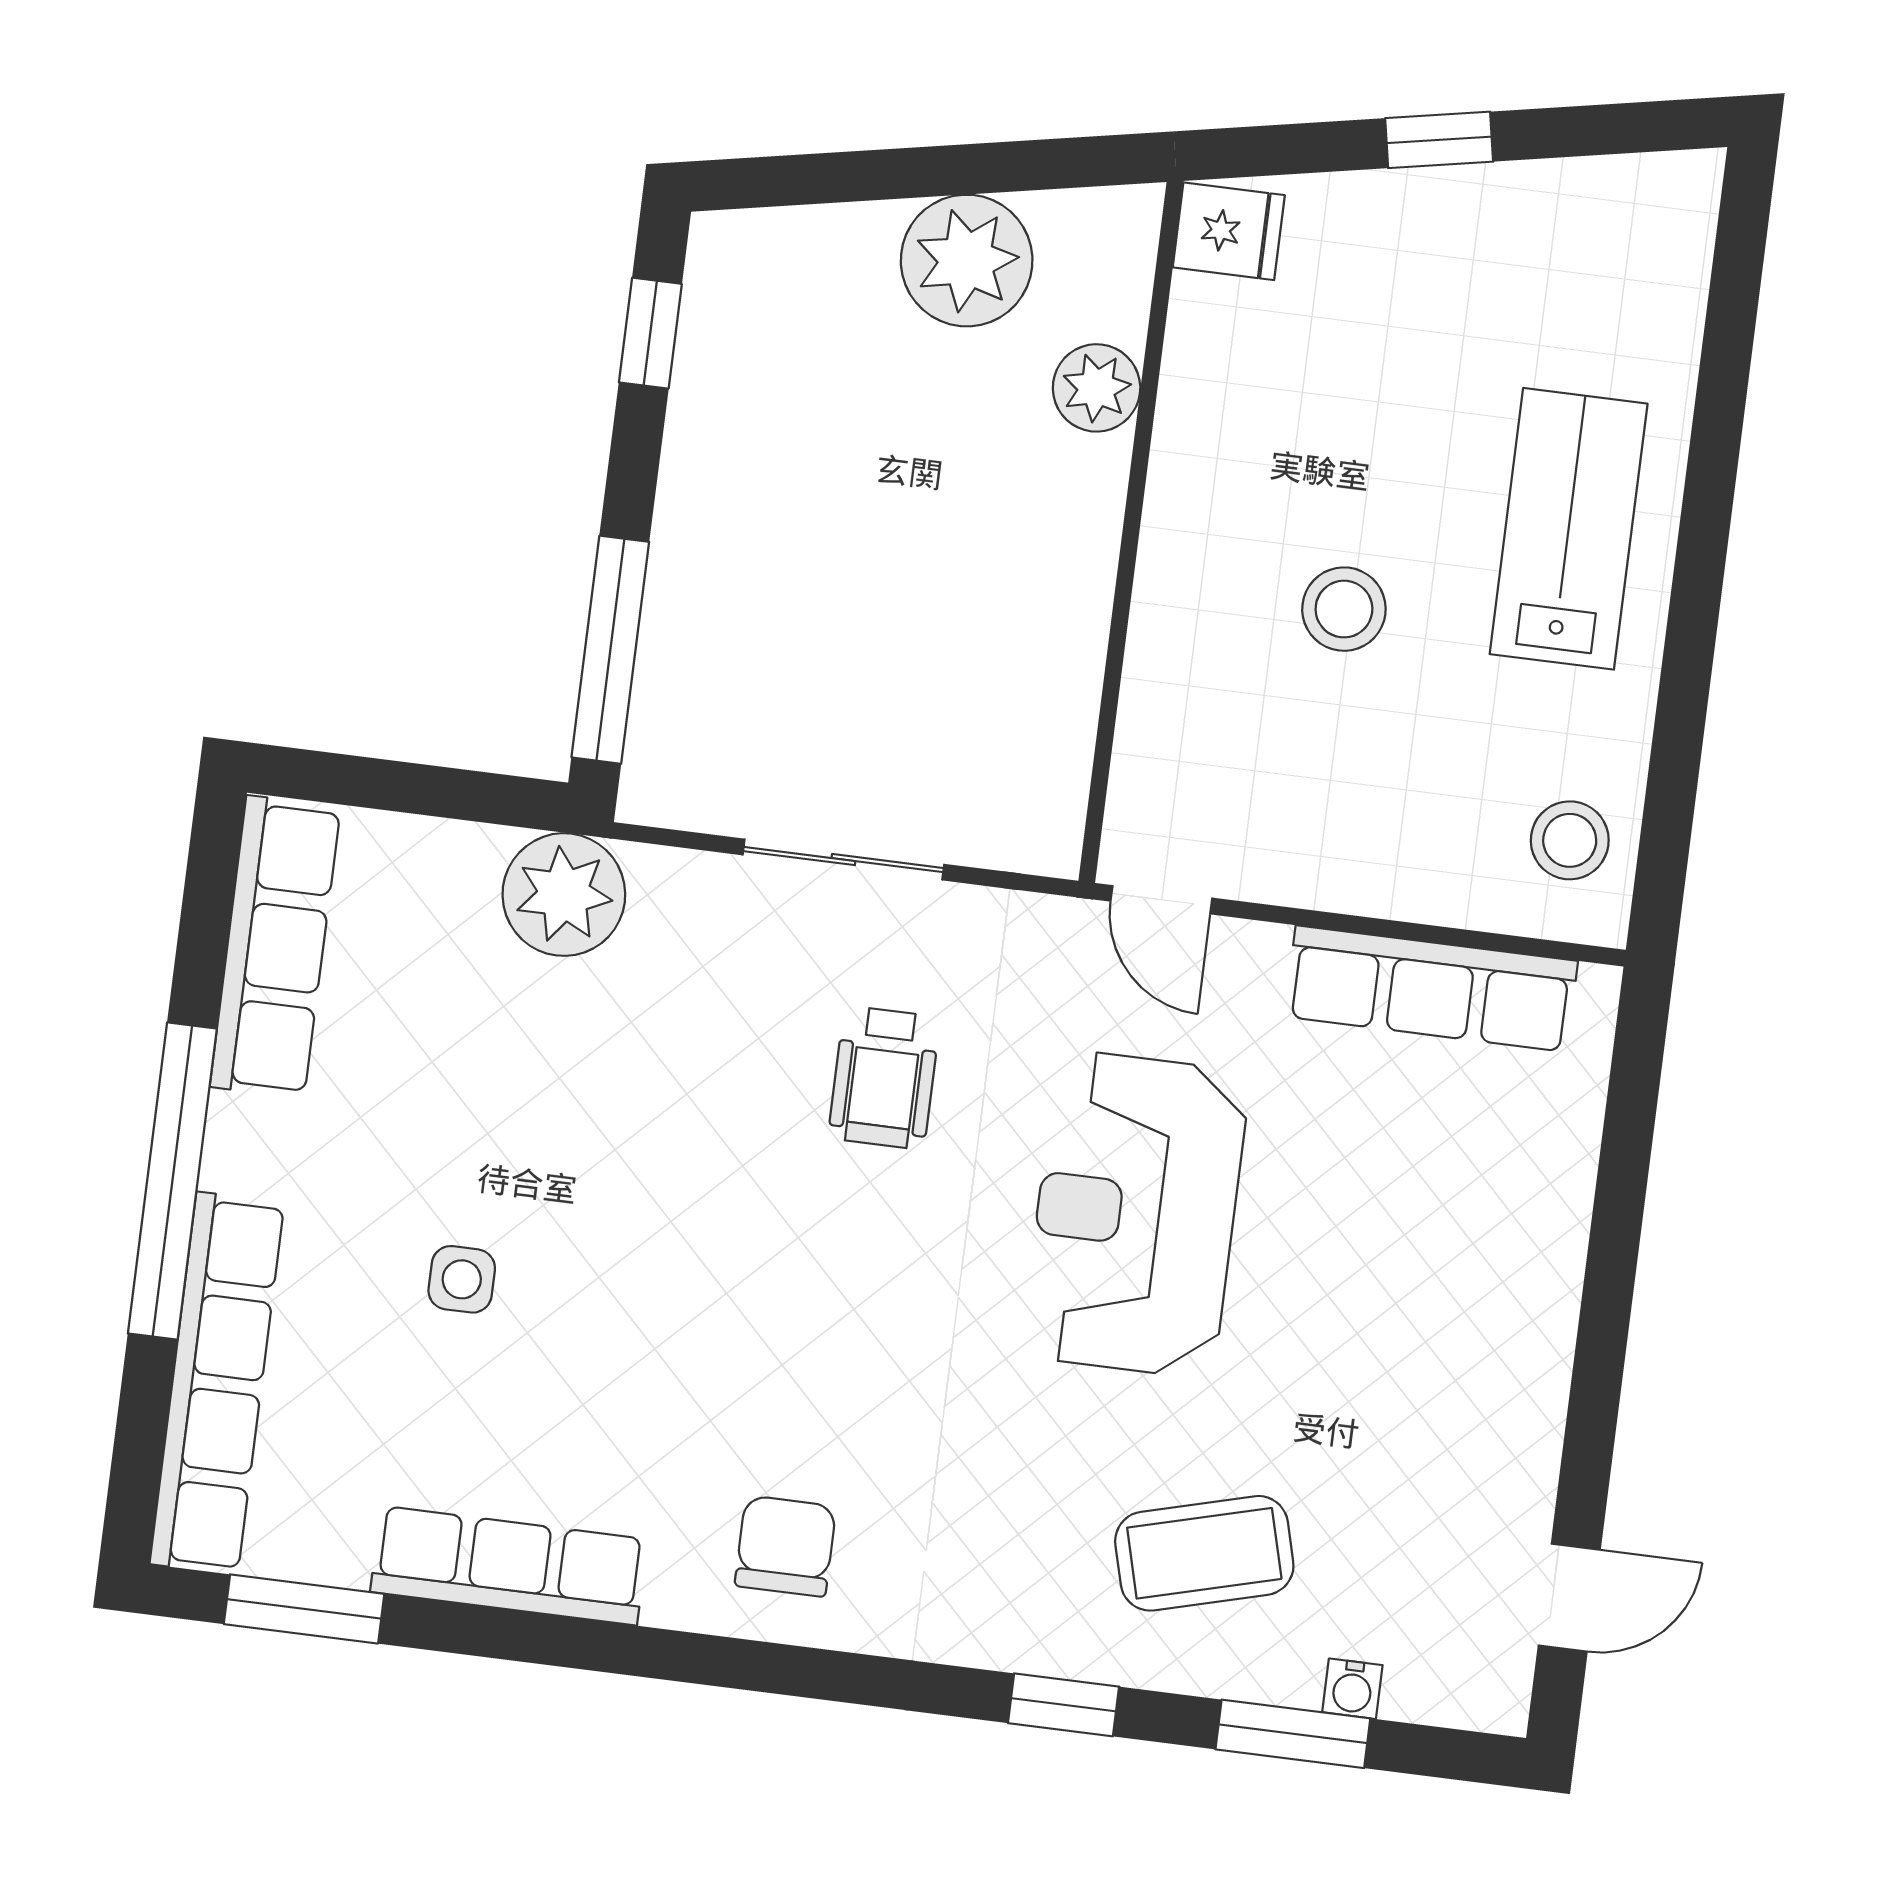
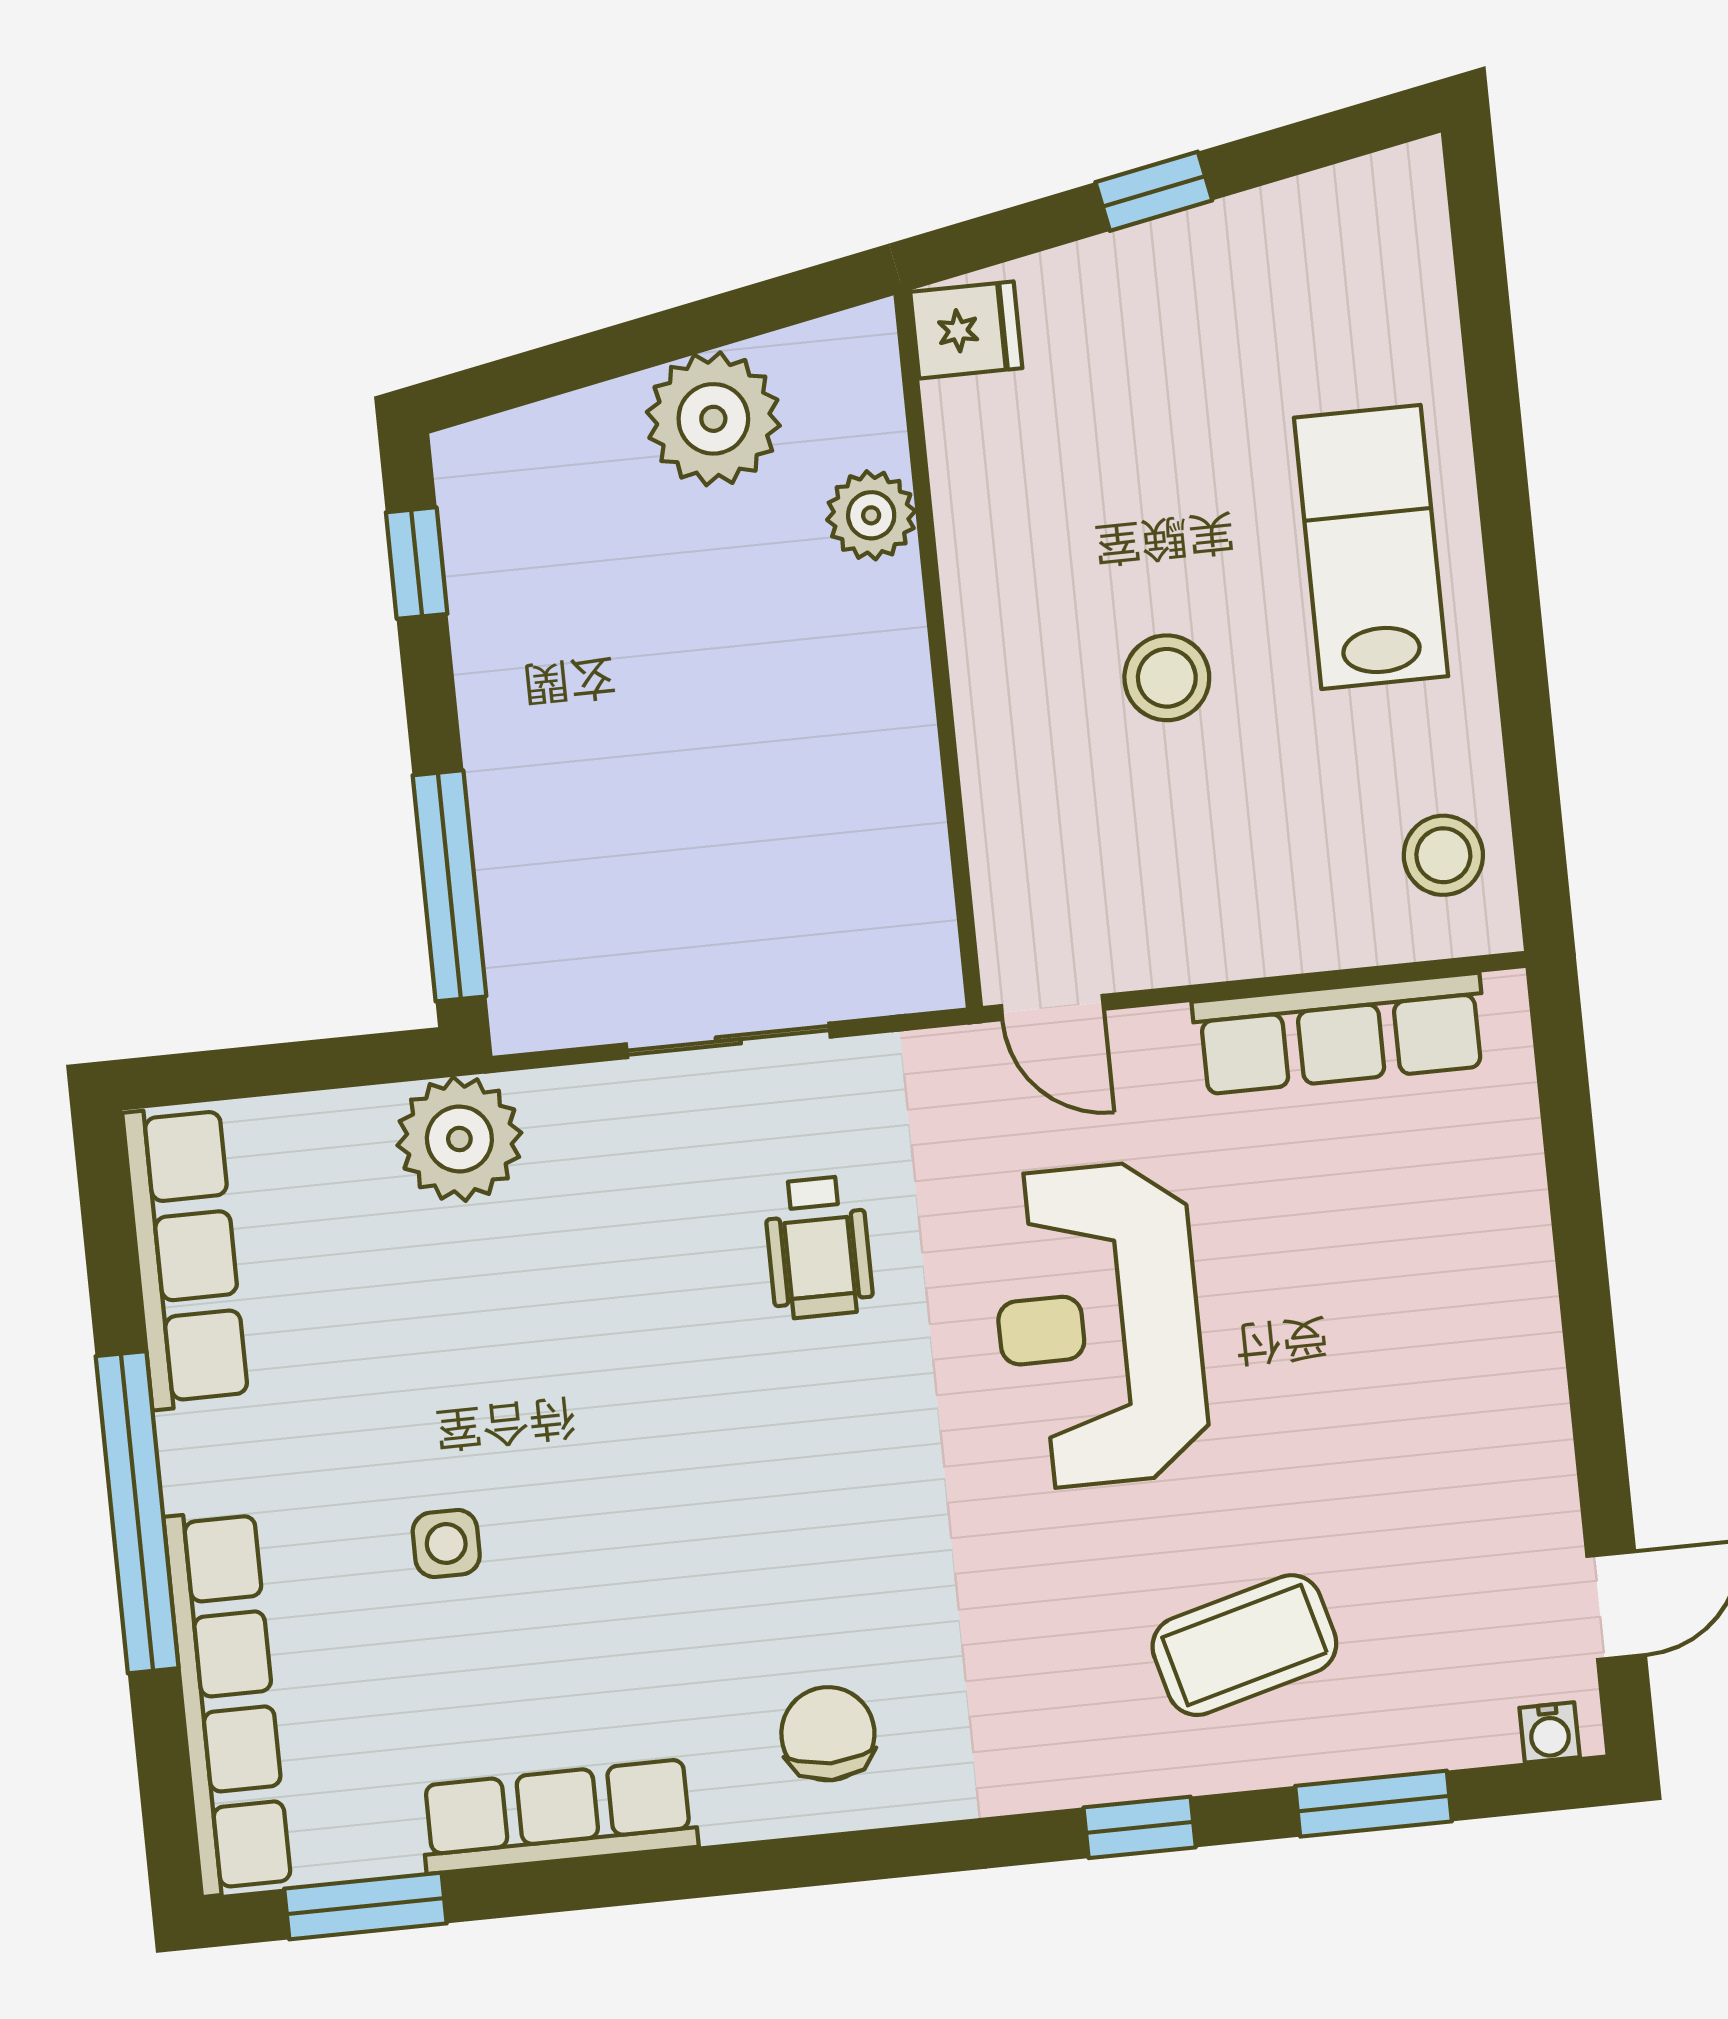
water cooler: (1352, 1689) -> (1550, 1732), moved

